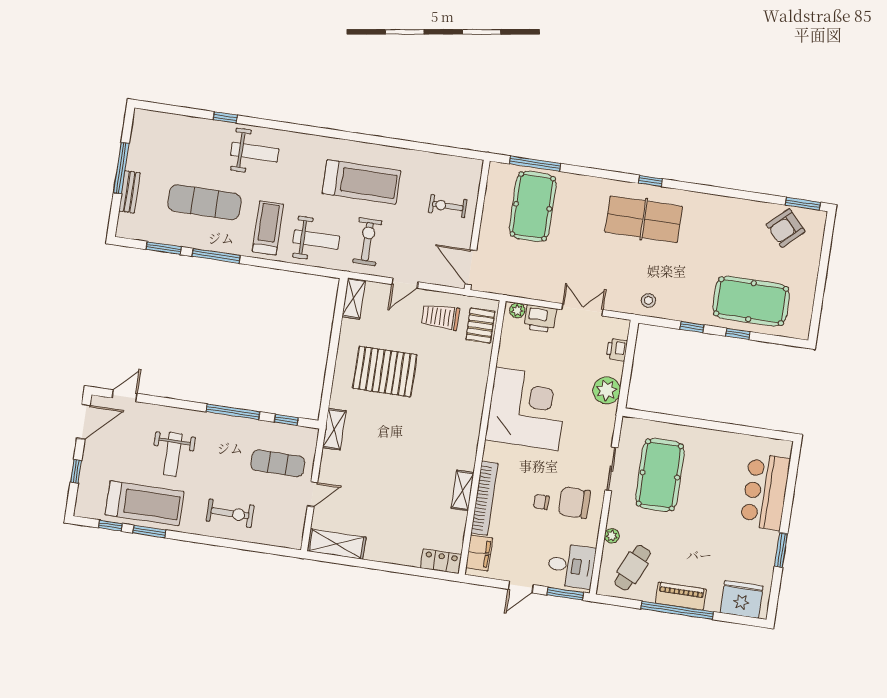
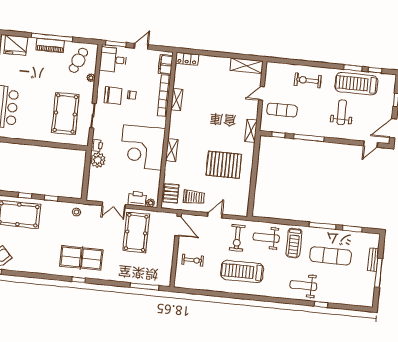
pool table: (533, 206) -> (136, 232), moved
shelving: (354, 298) -> (172, 150), moved
printer: (617, 350) -> (97, 145), moved

